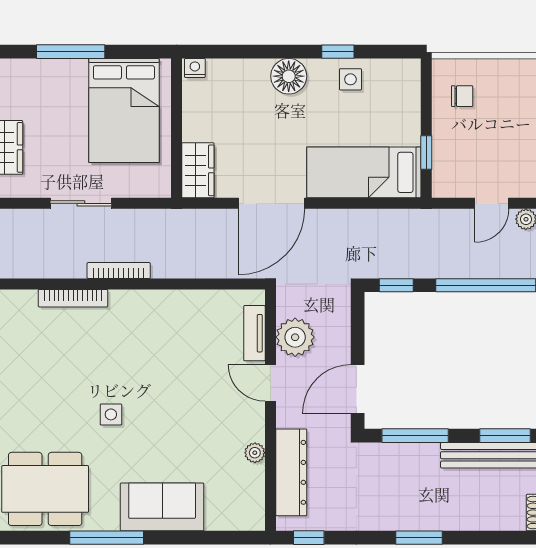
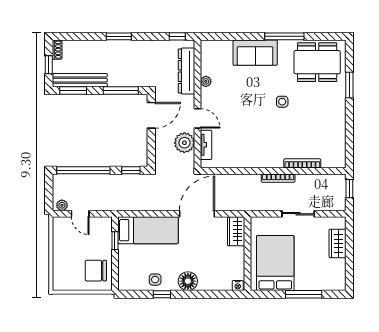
chair: (462, 96) -> (96, 271), width x1.87, depth x1.87
door: (492, 203) -> (80, 214), swing flipped

